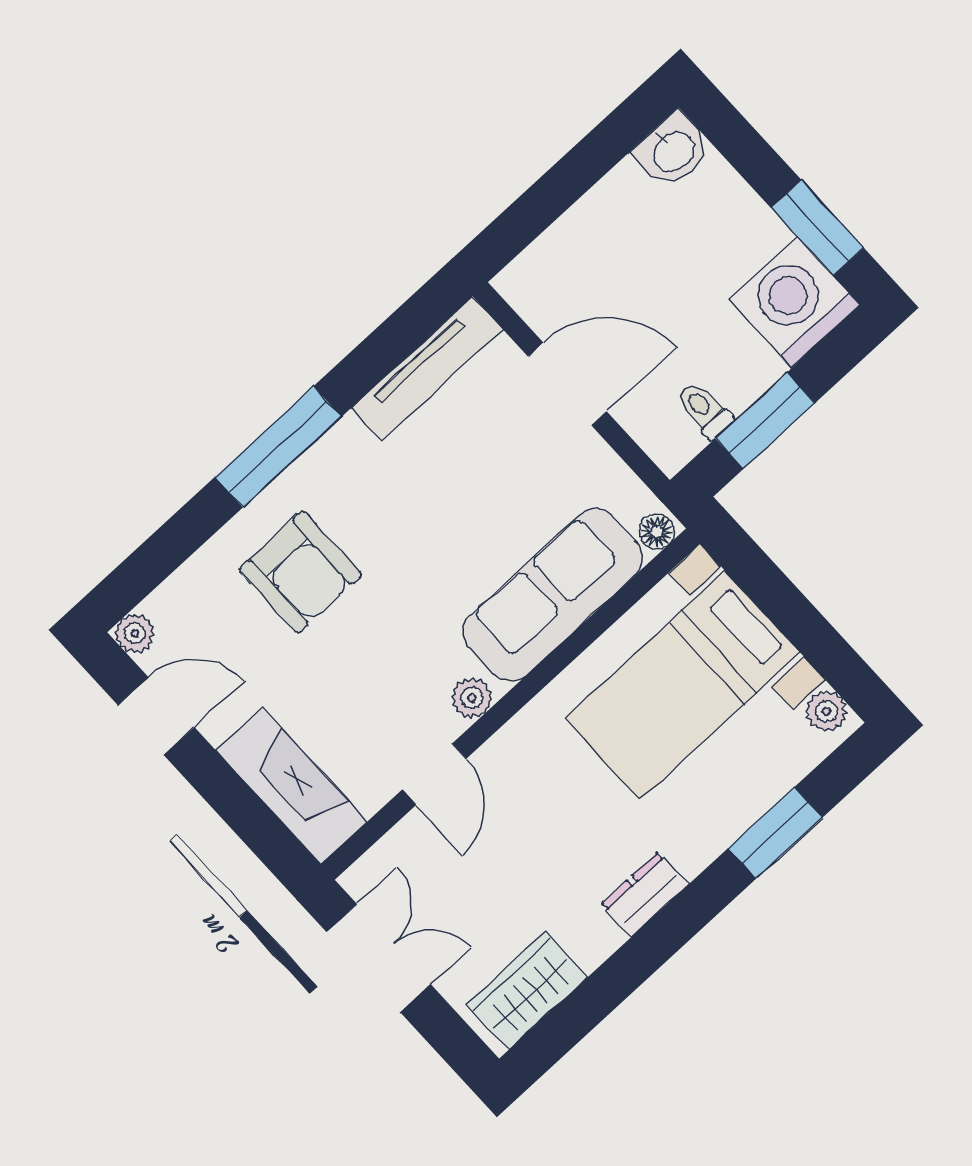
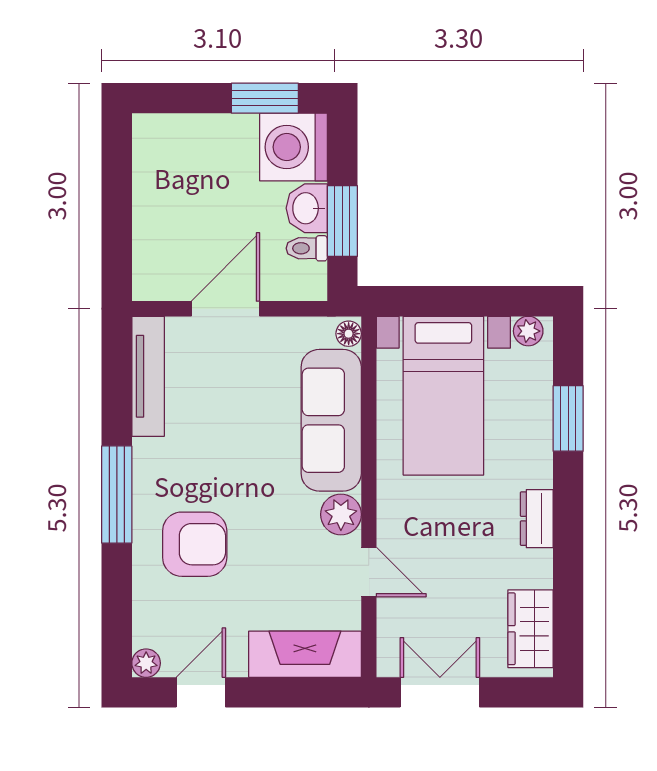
washbasin: (673, 151) -> (307, 208), moved, turned 180
plant: (472, 698) -> (341, 514), width x1.38, depth x1.38

